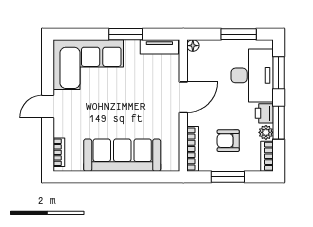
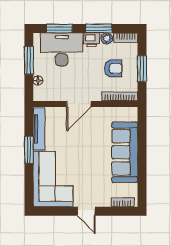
floor lamp: (193, 46) -> (38, 81), moved
tv unit: (159, 47) -> (39, 129), width x1.41
door: (183, 97) -> (79, 104), swing flipped
armchair: (228, 141) -> (113, 68), turned -90

